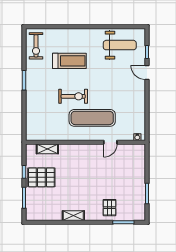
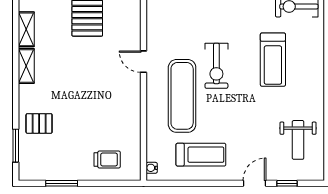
weight bench: (120, 45) -> (298, 140), width x0.73, depth x0.75
treadmill: (129, 106) -> (201, 155), added
door: (110, 142) -> (143, 62), moved
shelving: (47, 149) -> (26, 29), moved
trolley: (132, 165) -> (107, 159), added

